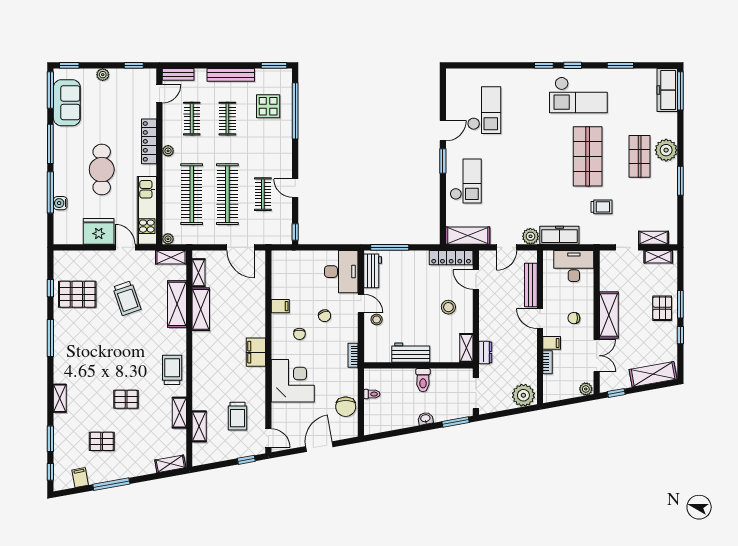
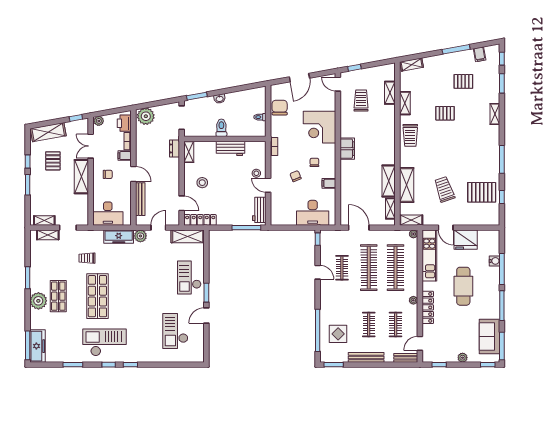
desk: (341, 272) -> (313, 213), moved, turned -90
pallet: (662, 308) -> (53, 161), moved
printer: (552, 386) -> (124, 123), added

